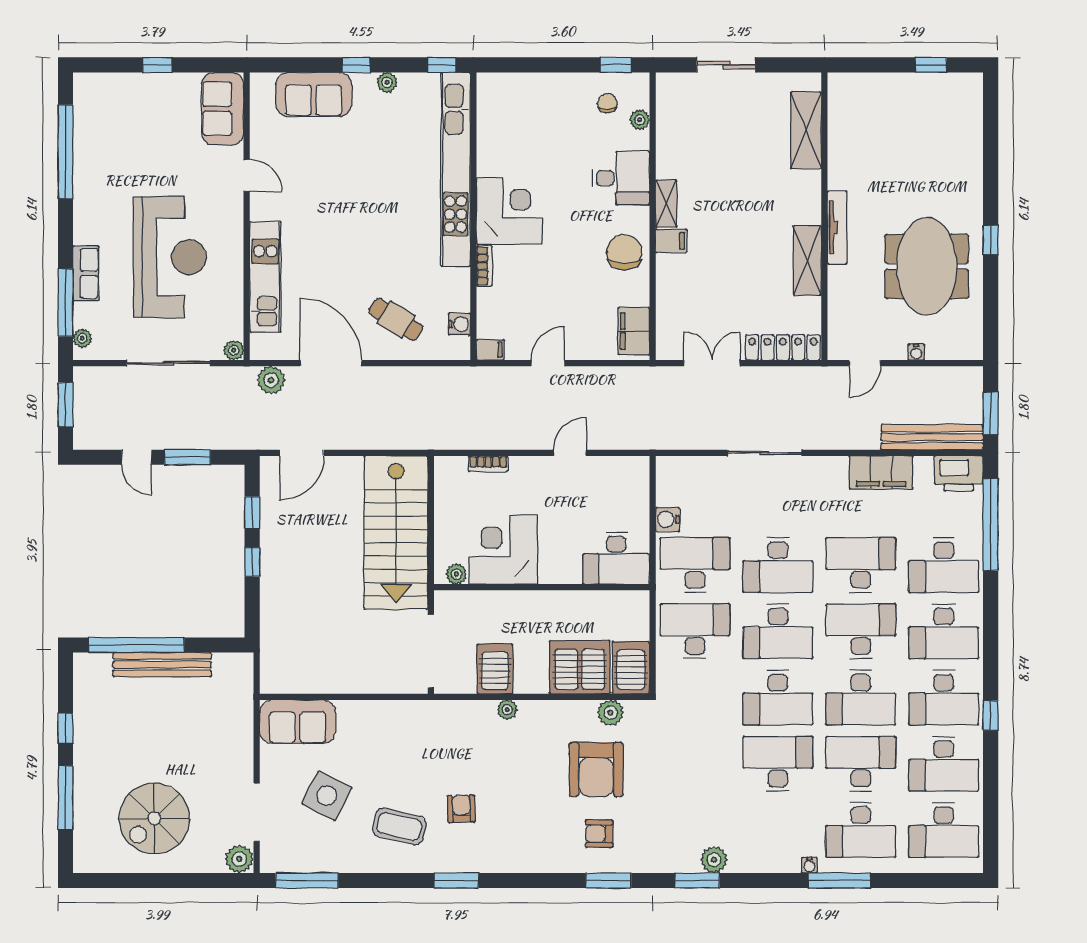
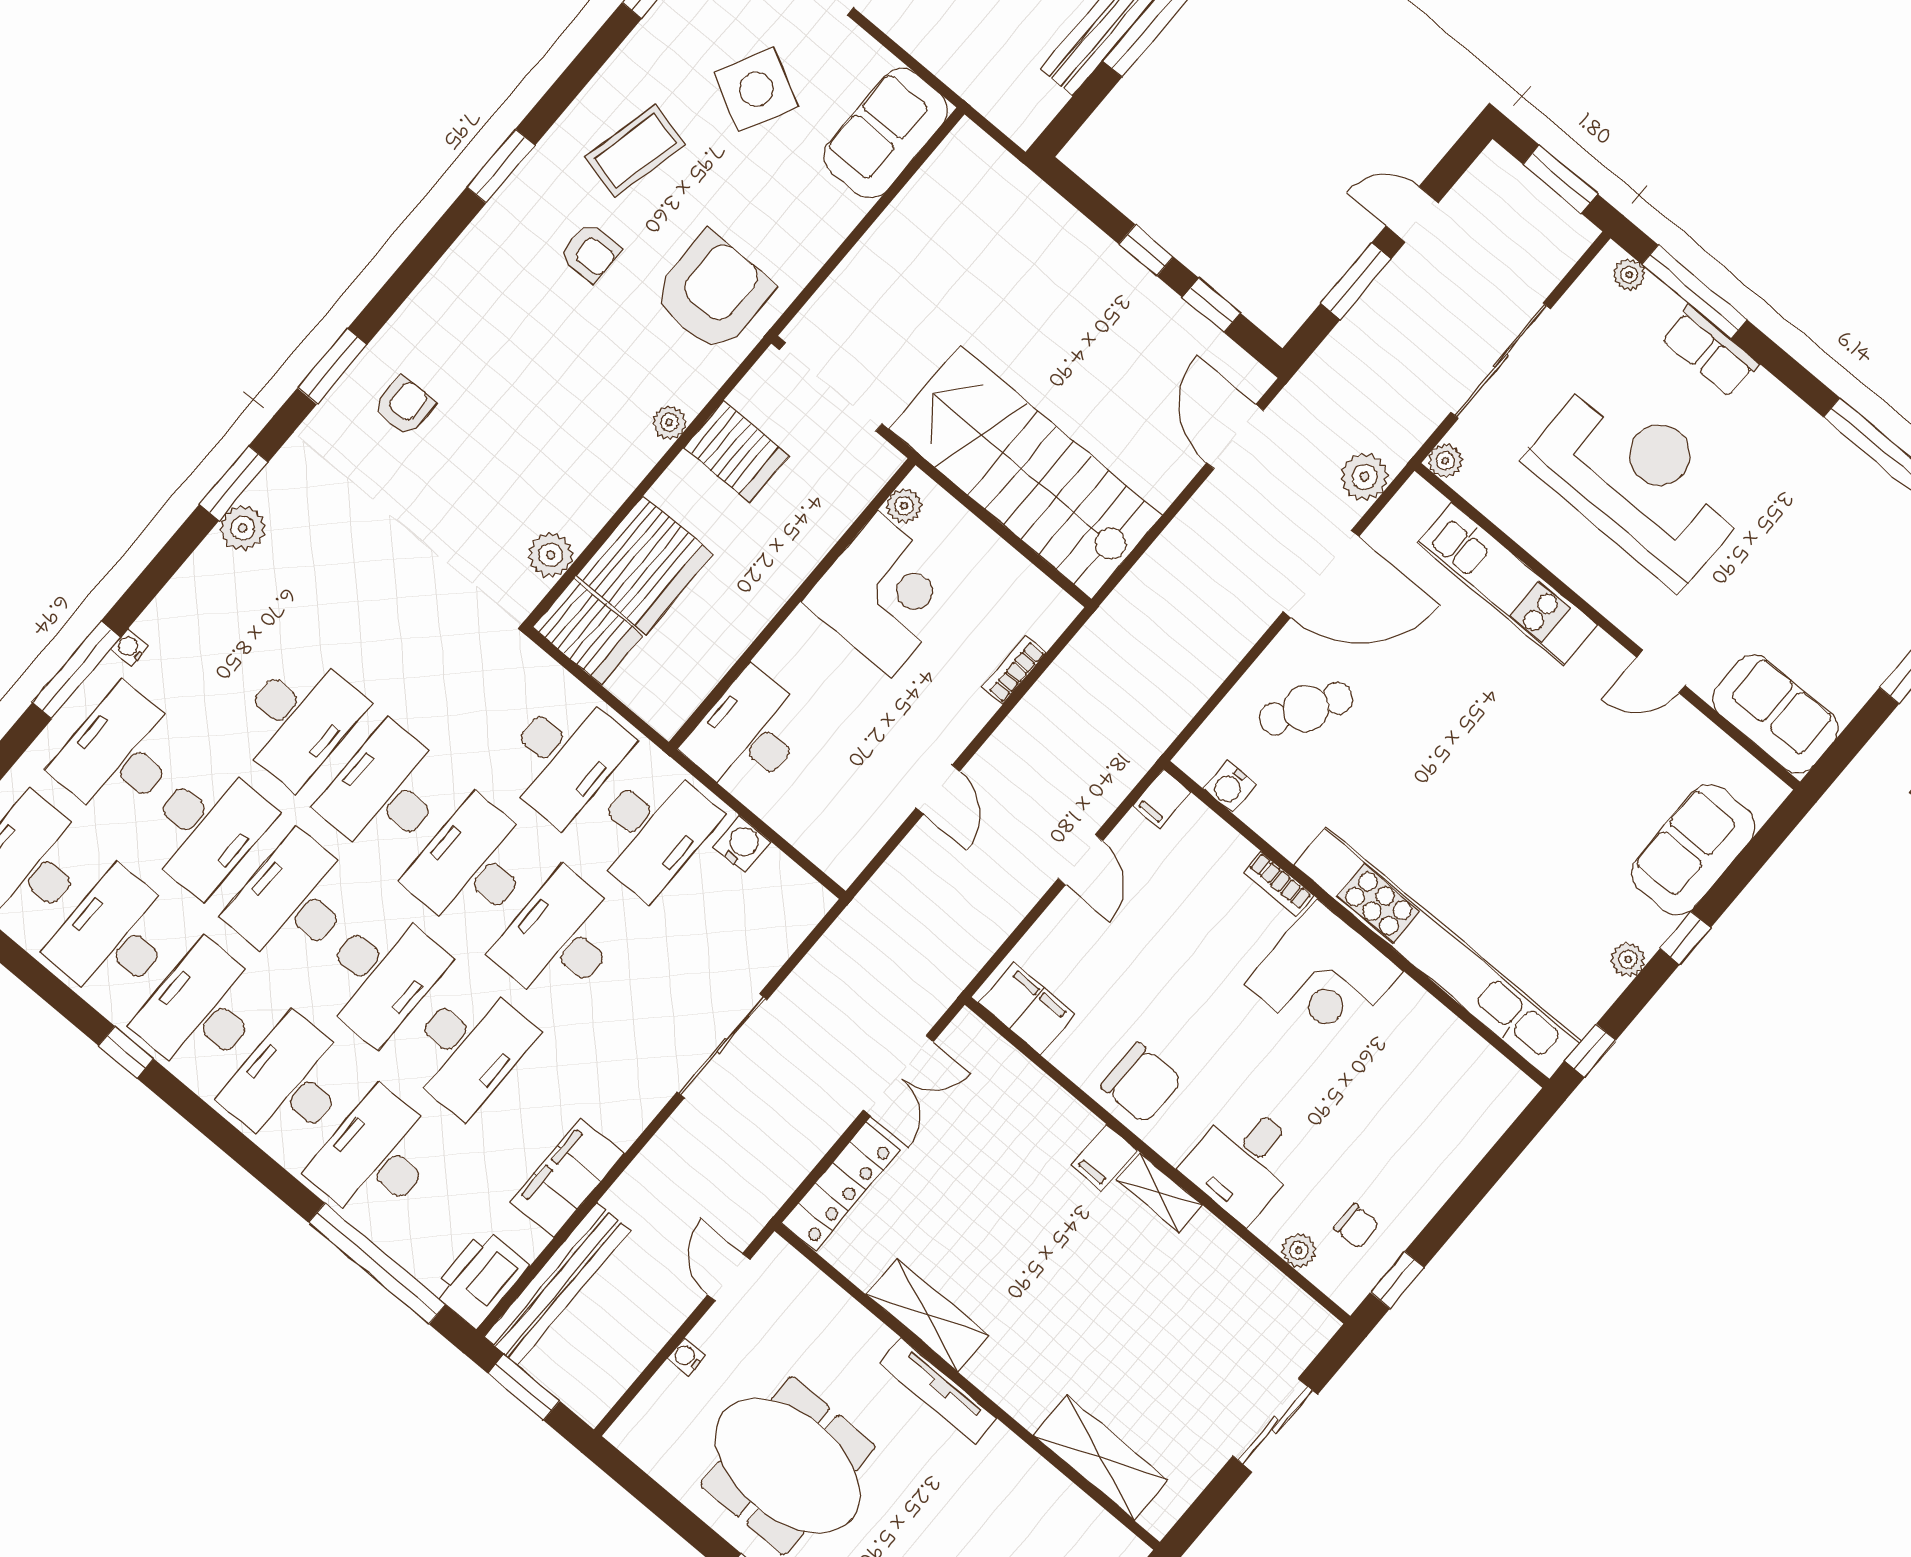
reception desk: (170, 257) -> (1639, 480), turned 180
armchair: (596, 769) -> (713, 292), moved, turned 90

